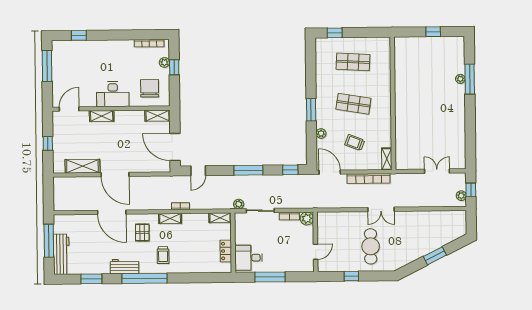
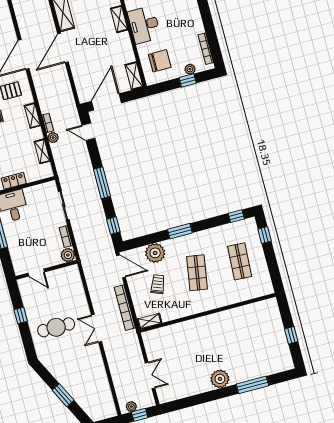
window: (311, 54) -> (236, 216), added
plant: (460, 79) -> (220, 379), moved, width x1.88, depth x1.88
plant: (321, 133) -> (155, 253), width x1.88, depth x1.88
door: (330, 172) -> (121, 266), hinge flipped
plant: (239, 204) -> (53, 138), moved
shelving: (220, 218) -> (42, 151), moved

